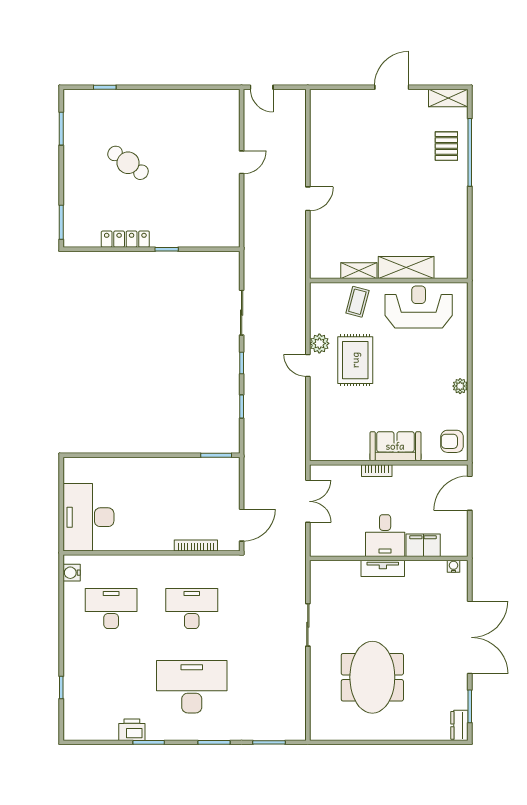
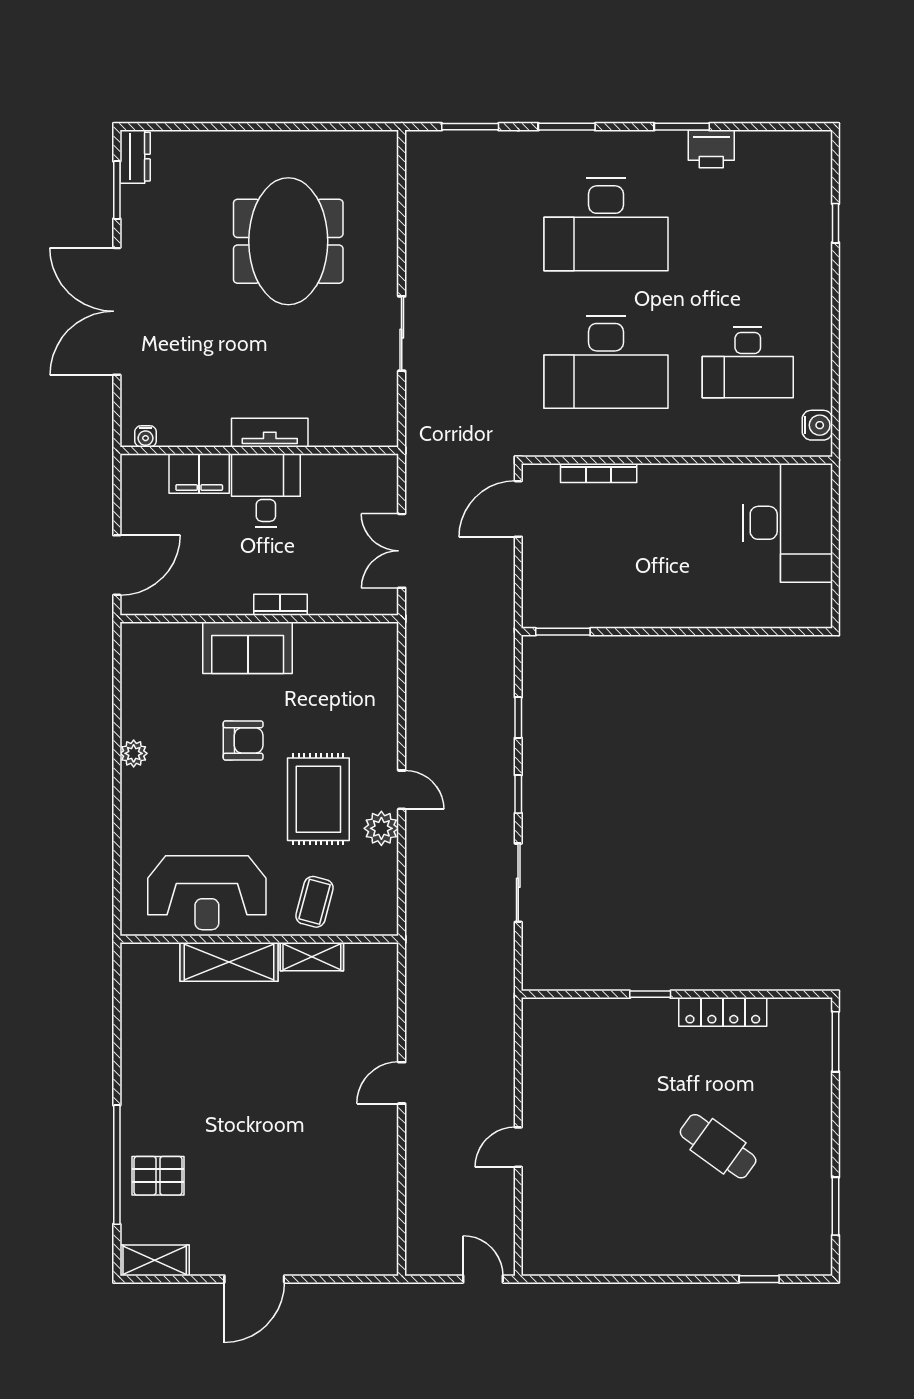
pallet: (446, 146) -> (158, 1176), turned 90
armchair: (452, 441) -> (243, 740), moved
desk: (192, 608) -> (606, 362), width x1.36, depth x1.30

